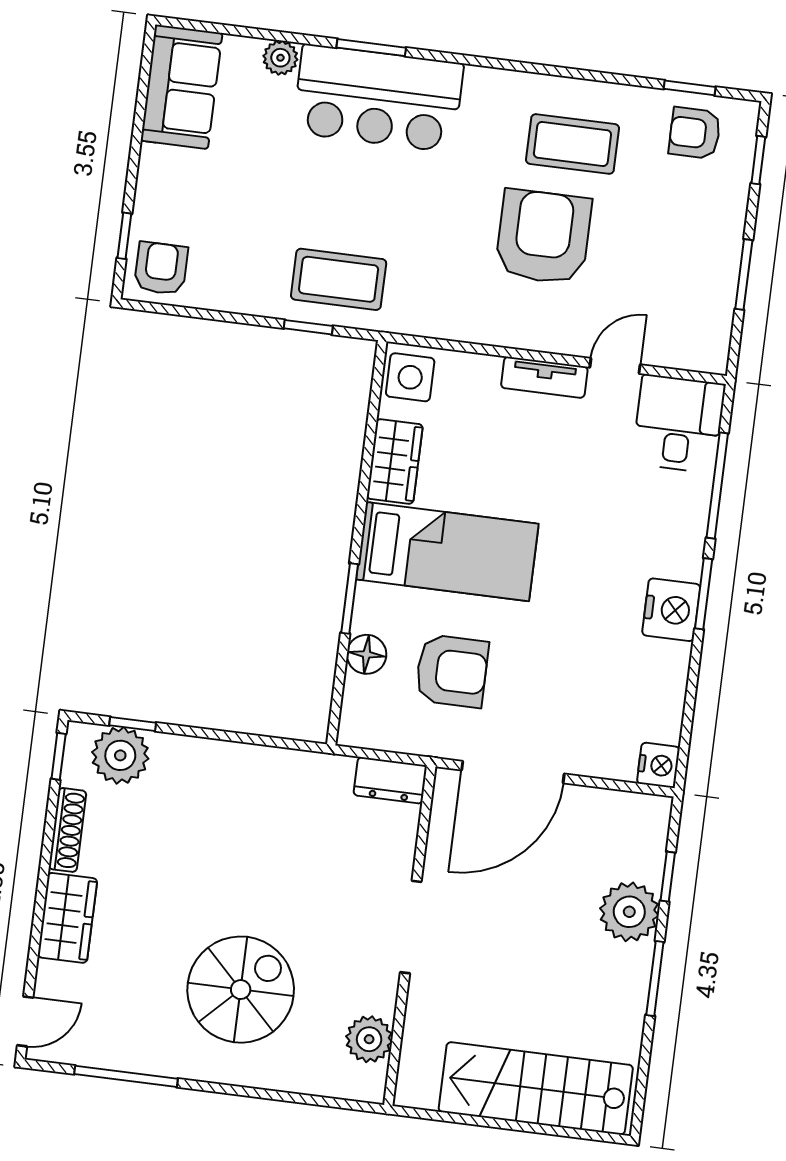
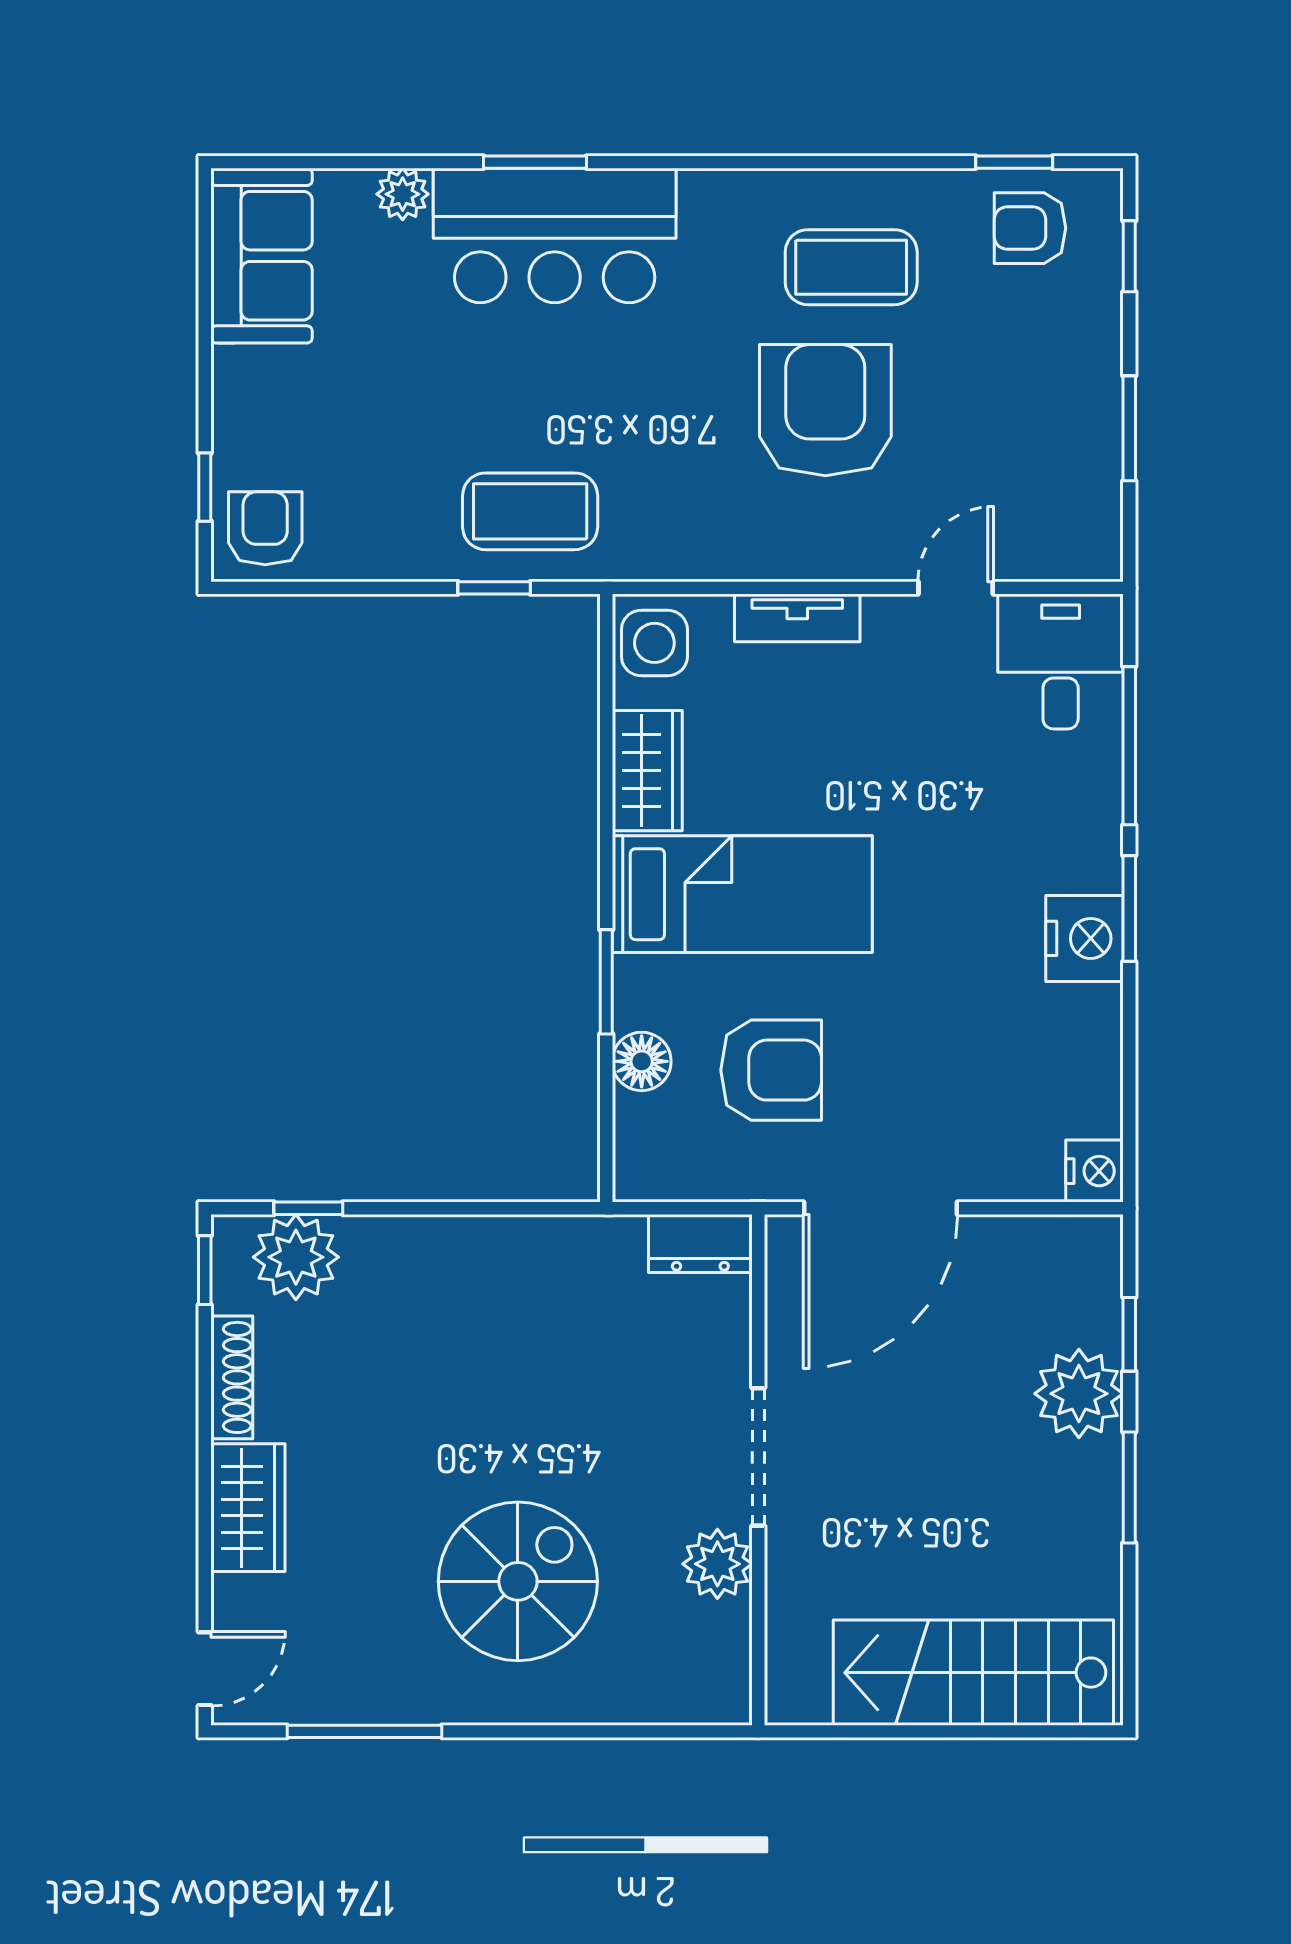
tv unit: (544, 377) -> (797, 618), moved
plant: (369, 1039) -> (717, 1564), moved

